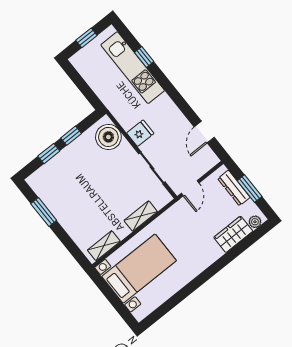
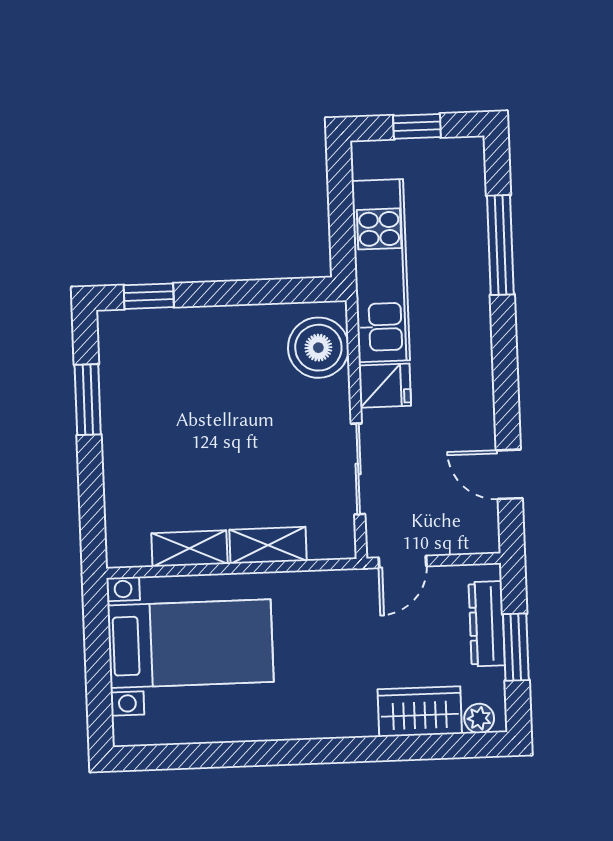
window: (144, 57) -> (500, 245), width x2.17
kitchen unit: (133, 68) -> (381, 271), moved, turned 180
door: (204, 132) -> (509, 474), hinge flipped
window: (71, 136) -> (249, 292), removed
window: (49, 154) -> (149, 296), moved
shelving: (104, 246) -> (189, 549), moved

